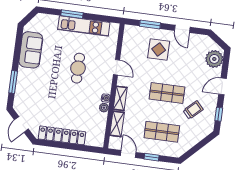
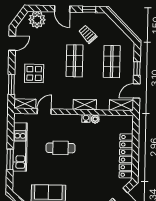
door: (182, 29) -> (12, 43), moved
shelving: (128, 36) -> (25, 104), added
door: (116, 67) -> (44, 111), moved
shelving: (117, 124) -> (121, 105), moved

